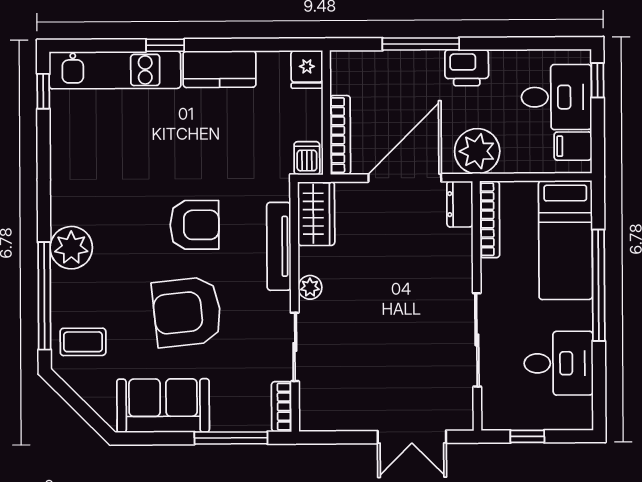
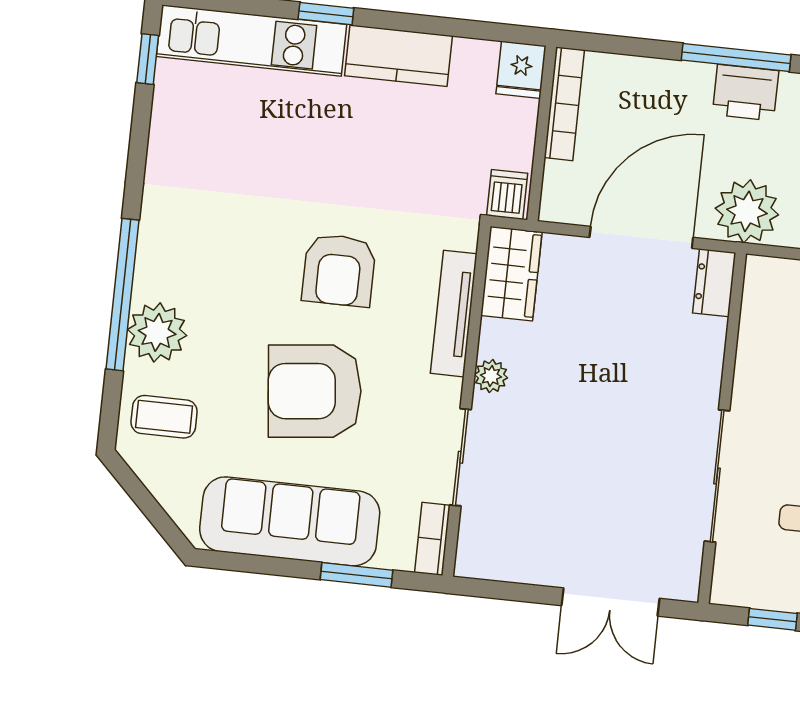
window: (421, 44) -> (736, 58), moved
bookcase: (340, 135) -> (564, 104), moved
bookcase: (490, 219) -> (754, 309), removed
armchair: (195, 225) -> (339, 270), turned 90
plant: (71, 248) -> (157, 332), moved
window: (44, 296) -> (123, 295), moved
sofa: (163, 406) -> (290, 521), width x1.36
window: (231, 438) -> (357, 575), width x0.69

